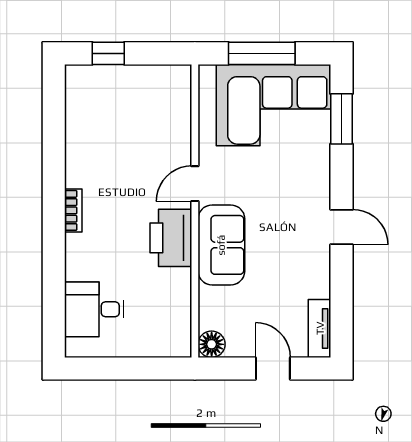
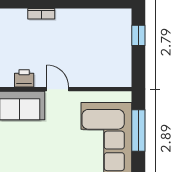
printer: (171, 238) -> (24, 78), width x0.53, depth x0.68

